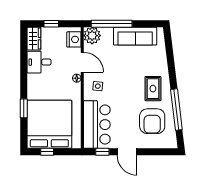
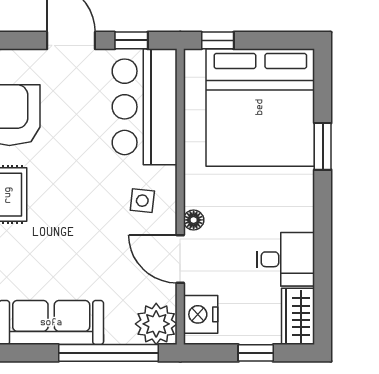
window: (47, 152) -> (218, 40), moved

